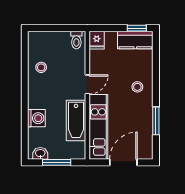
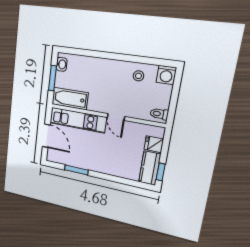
fridge: (97, 40) -> (154, 144), moved
stool: (137, 87) -> (107, 161), removed
washing machine: (36, 118) -> (166, 75), moved
bathtub: (76, 121) -> (70, 98), moved

